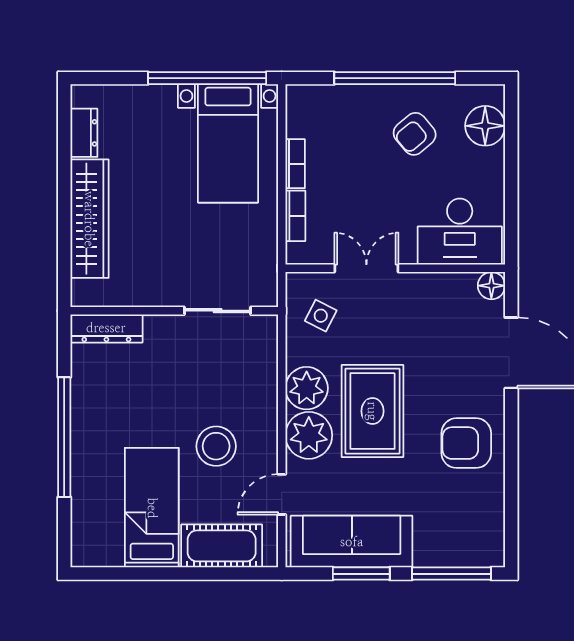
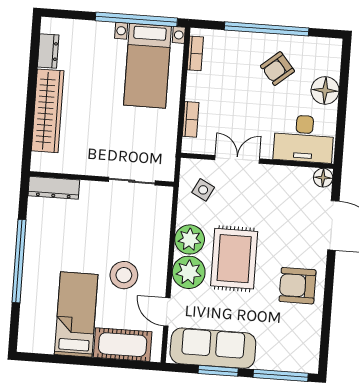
floor lamp: (485, 126) -> (325, 90), moved
bookcase: (295, 164) -> (195, 53), moved
door: (282, 494) -> (167, 312), hinge flipped

